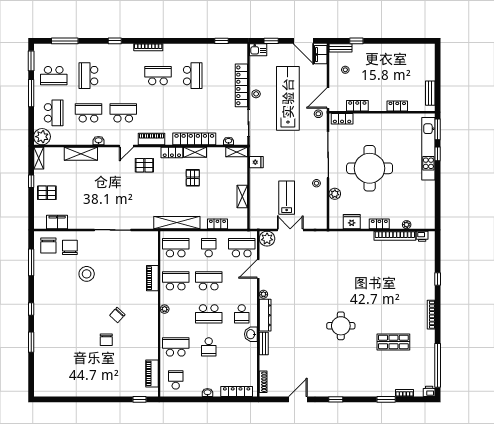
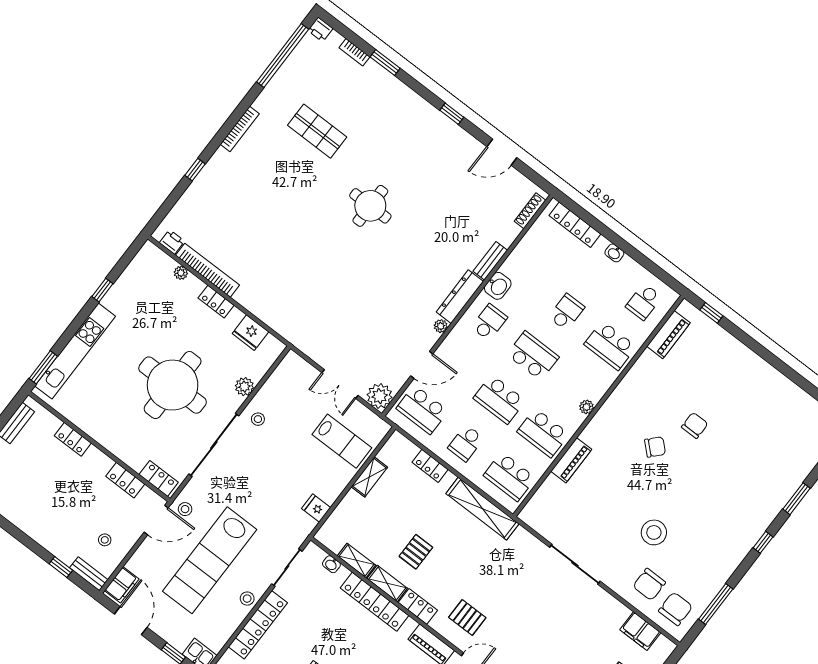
shelving: (237, 152) -> (356, 560), moved
window: (438, 154) -> (102, 290), moved
lab bench: (287, 198) -> (342, 441), moved, turned -90

